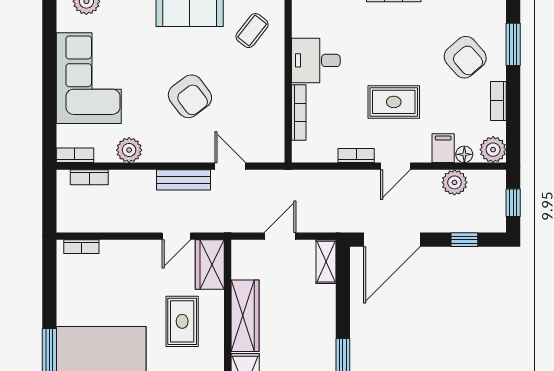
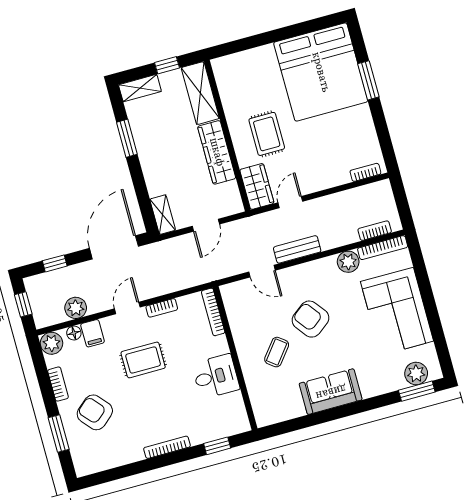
coffee table: (252, 31) -> (277, 352), moved
bookcase: (299, 113) -> (213, 312), moved
bookcase: (75, 155) -> (383, 248), width x1.56

